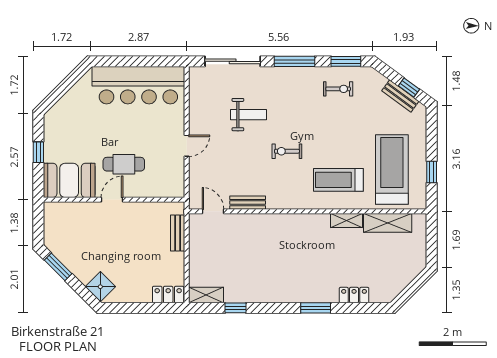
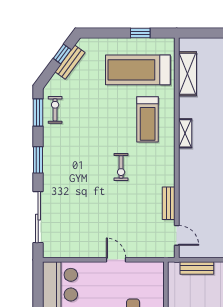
window: (295, 61) -> (38, 160), width x0.69
exercise bike: (338, 89) -> (55, 110), moved
weight bench: (249, 115) -> (87, 202), removed
door: (213, 211) -> (177, 235), swing flipped
shelving: (347, 220) -> (185, 133), moved

